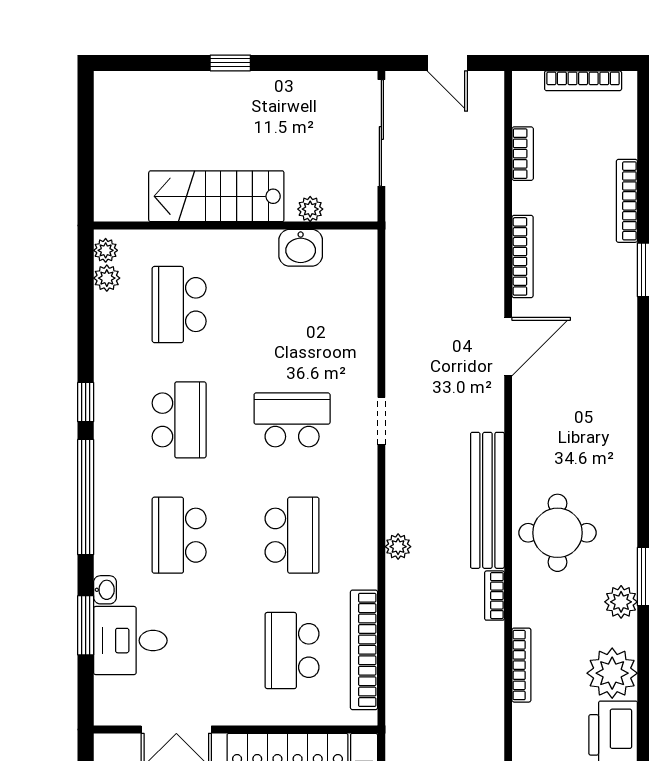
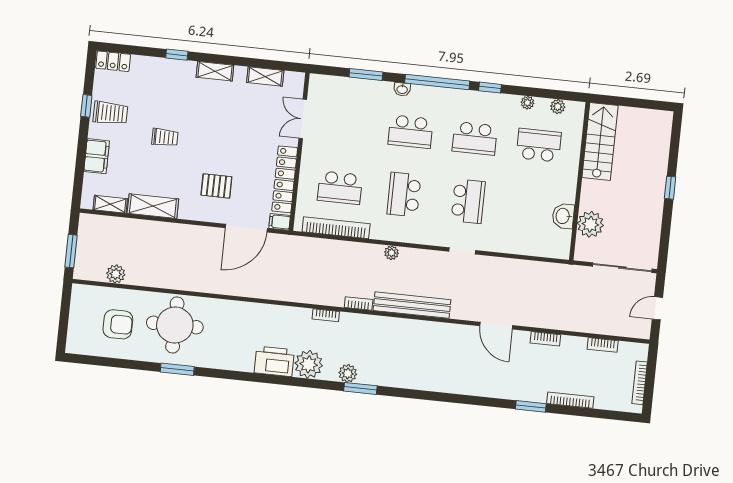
stairs: (216, 196) -> (600, 142), moved
plant: (310, 209) -> (590, 224), width x1.88, depth x1.88
plant: (106, 250) -> (527, 103), moved
bookcase: (523, 256) -> (545, 339), width x0.64
round table: (557, 533) -> (390, 342), removed
school desk: (179, 535) -> (411, 132), turned 180
school desk: (292, 535) -> (404, 194), turned 90
washbasin: (105, 590) -> (402, 89), moved
desk: (130, 641) -> (355, 98), removed
school desk: (292, 651) -> (340, 188), turned 180
bookcase: (521, 665) -> (326, 315), width x0.64

